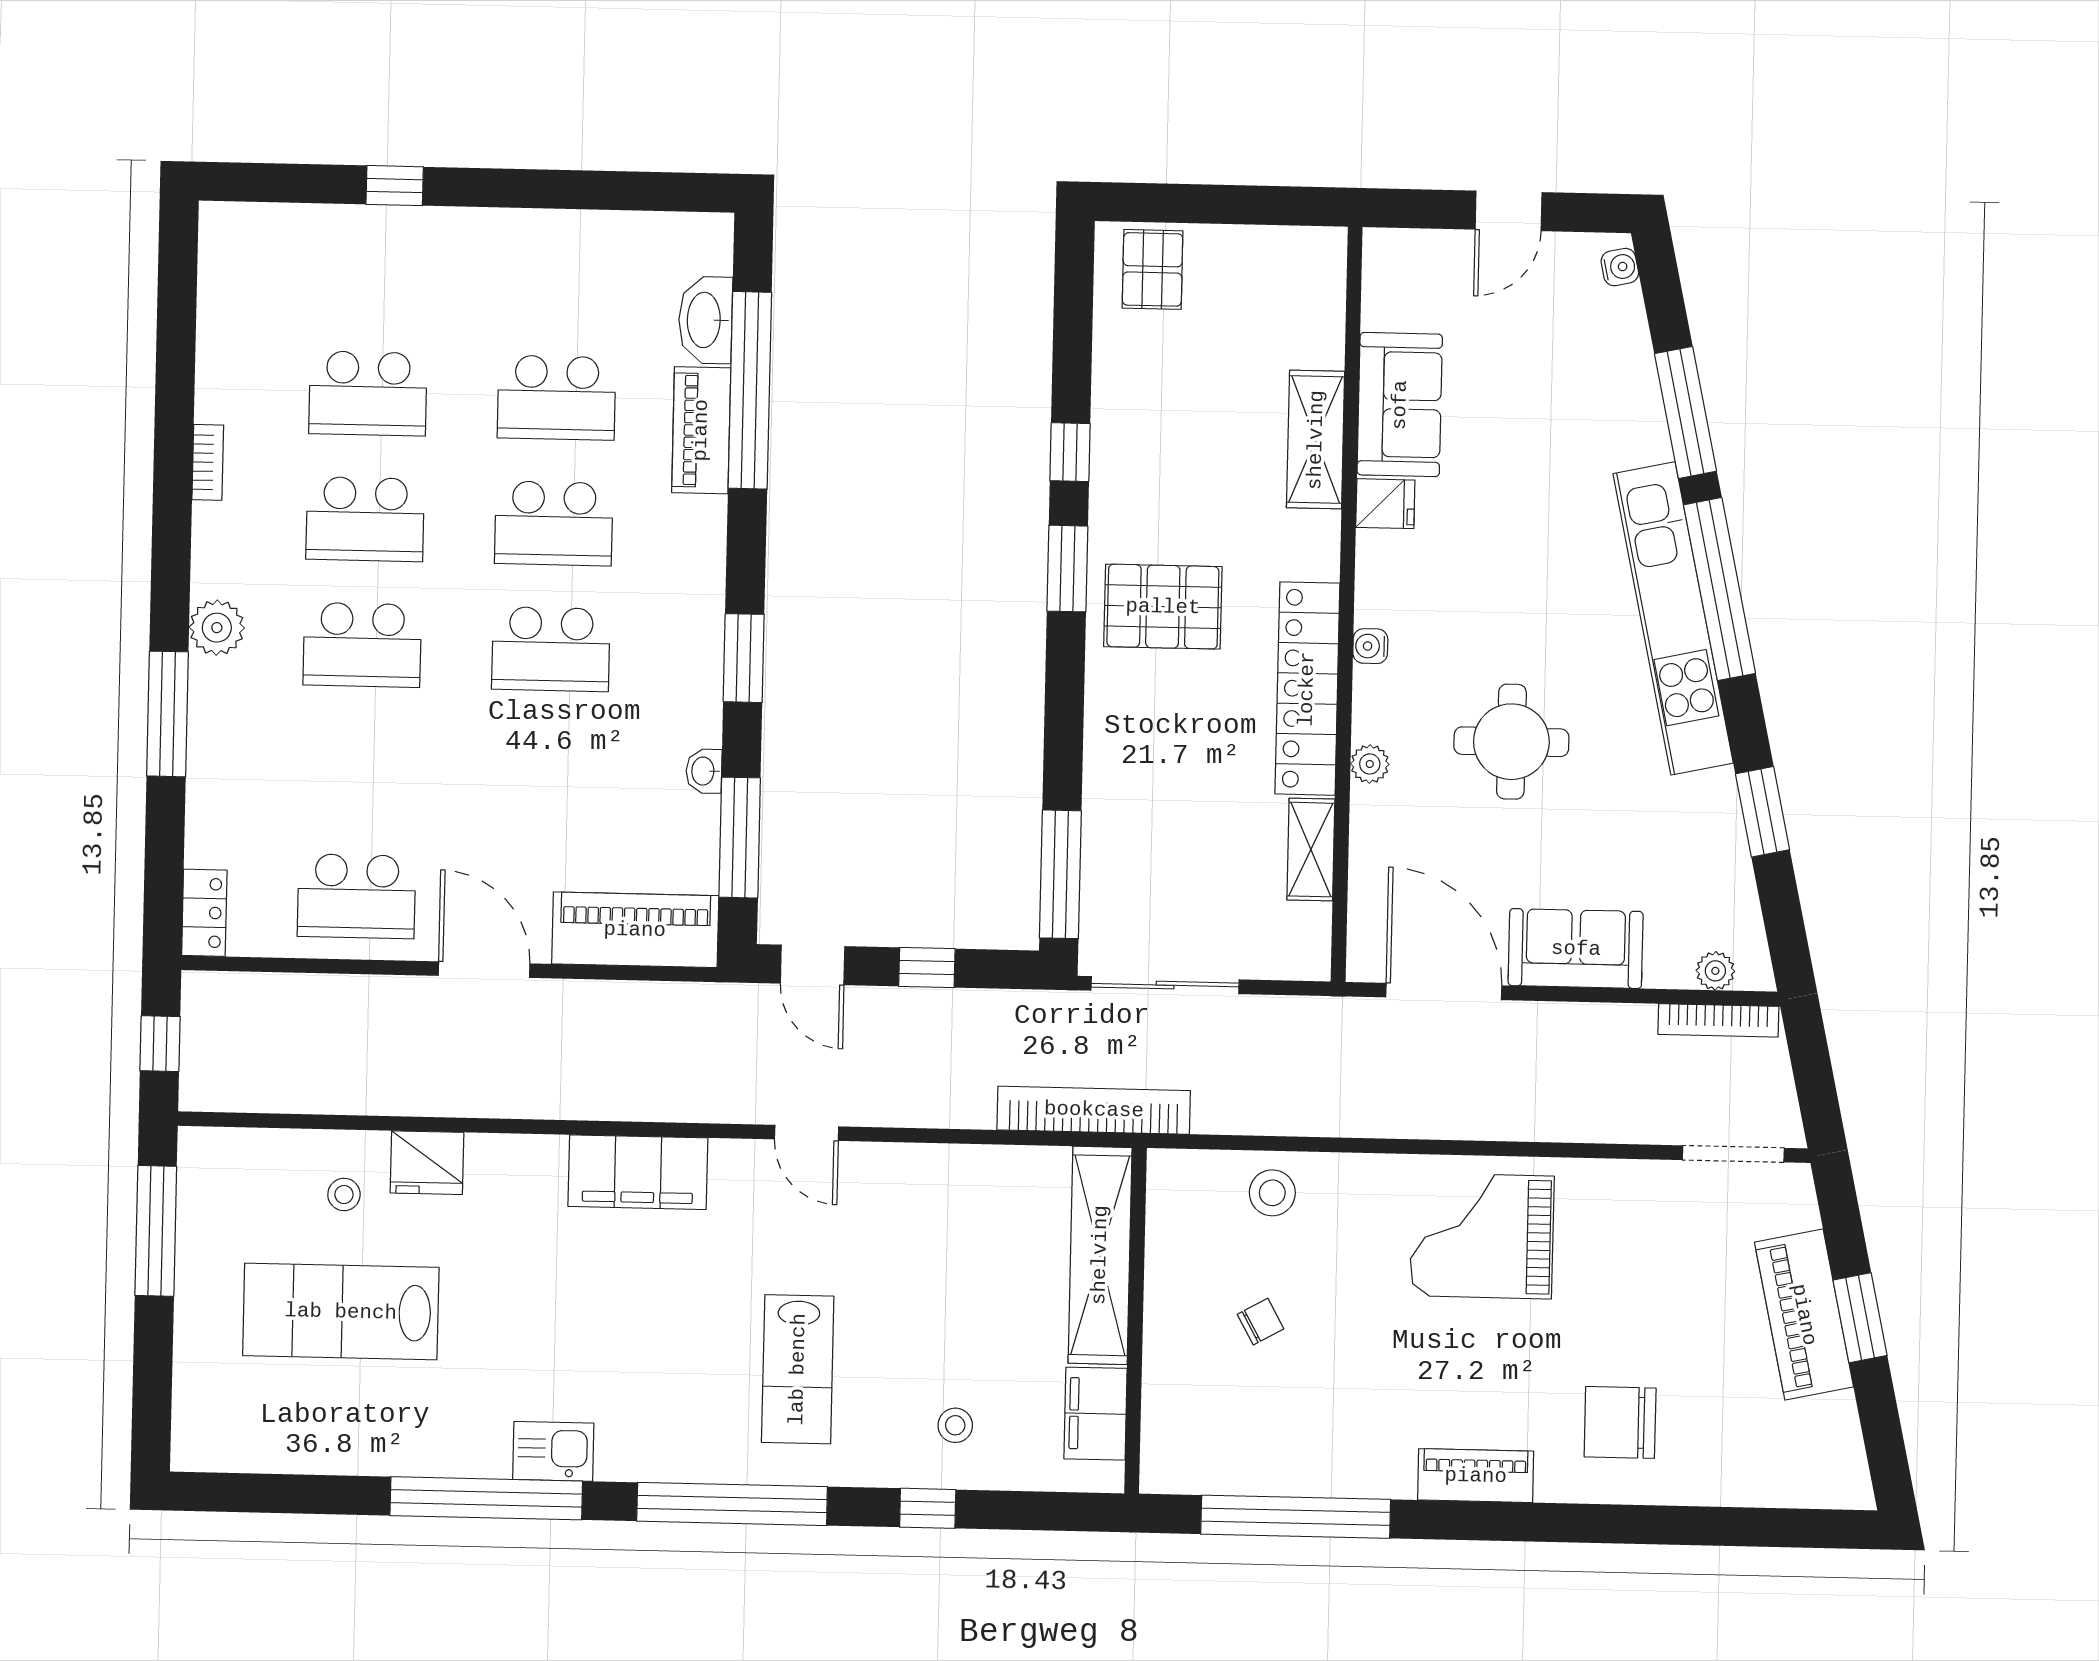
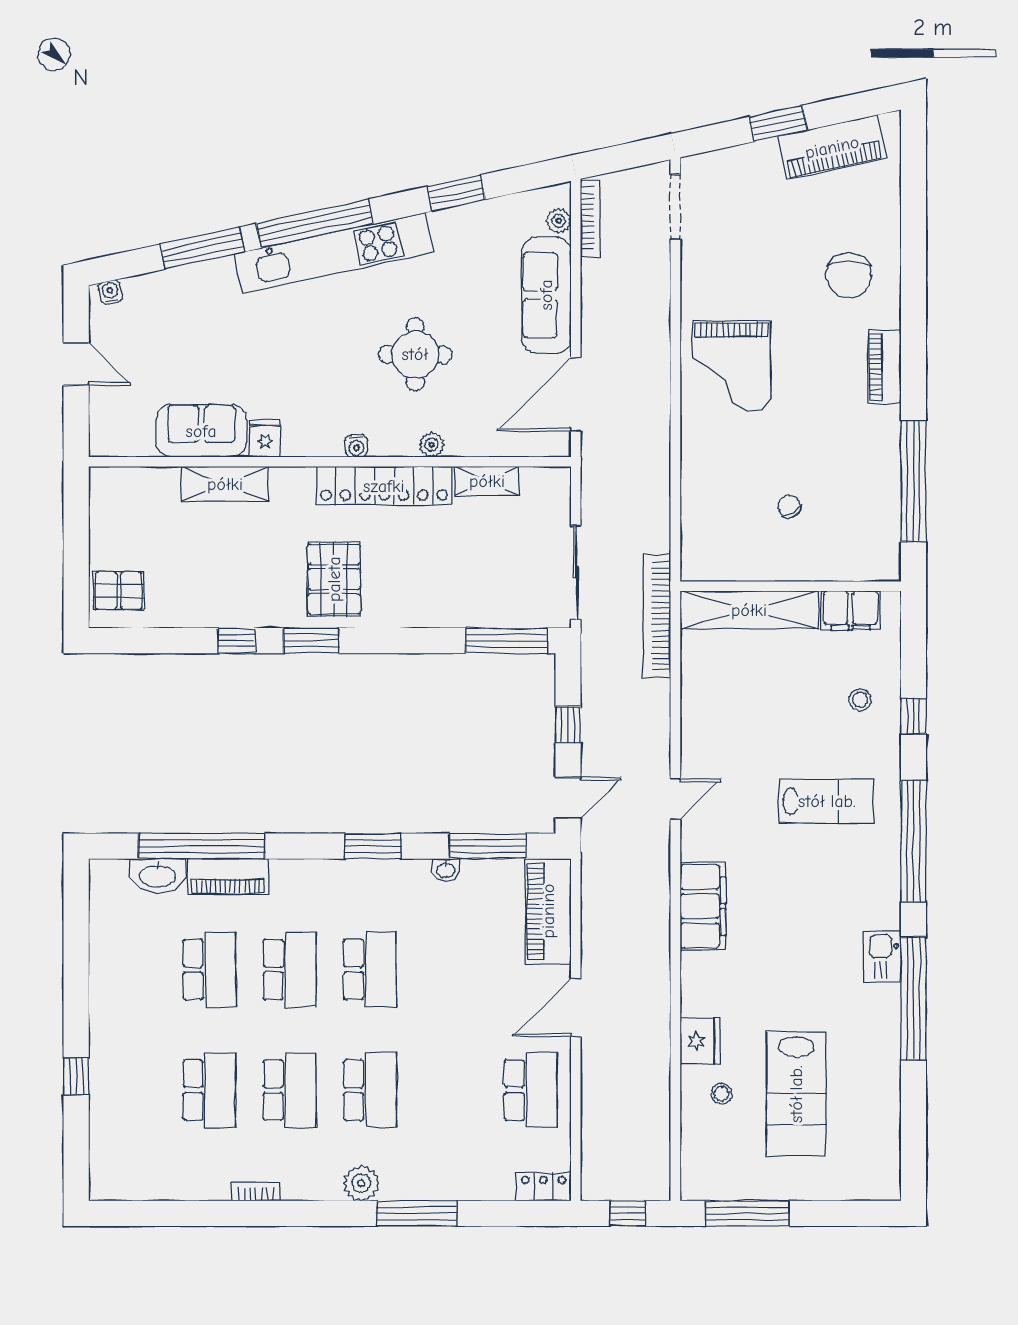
sofa: (1576, 949) -> (546, 295), width x1.36
stool: (1272, 1193) -> (707, 501), removed
piano: (1804, 1315) -> (832, 147), moved

